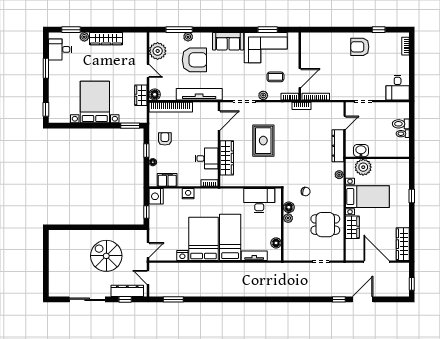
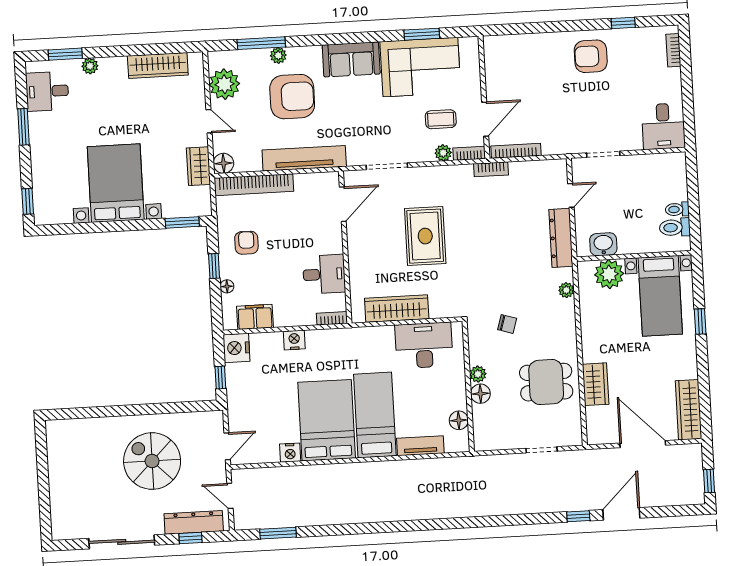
wardrobe: (106, 39) -> (158, 65), moved
plant: (263, 95) -> (443, 153), moved
toilet: (401, 124) -> (675, 227), moved
wardrobe: (227, 158) -> (397, 309), moved, turned -90
bed with nightstands: (367, 197) -> (660, 296), moved, turned 90
floor lamp: (289, 207) -> (480, 394), moved

